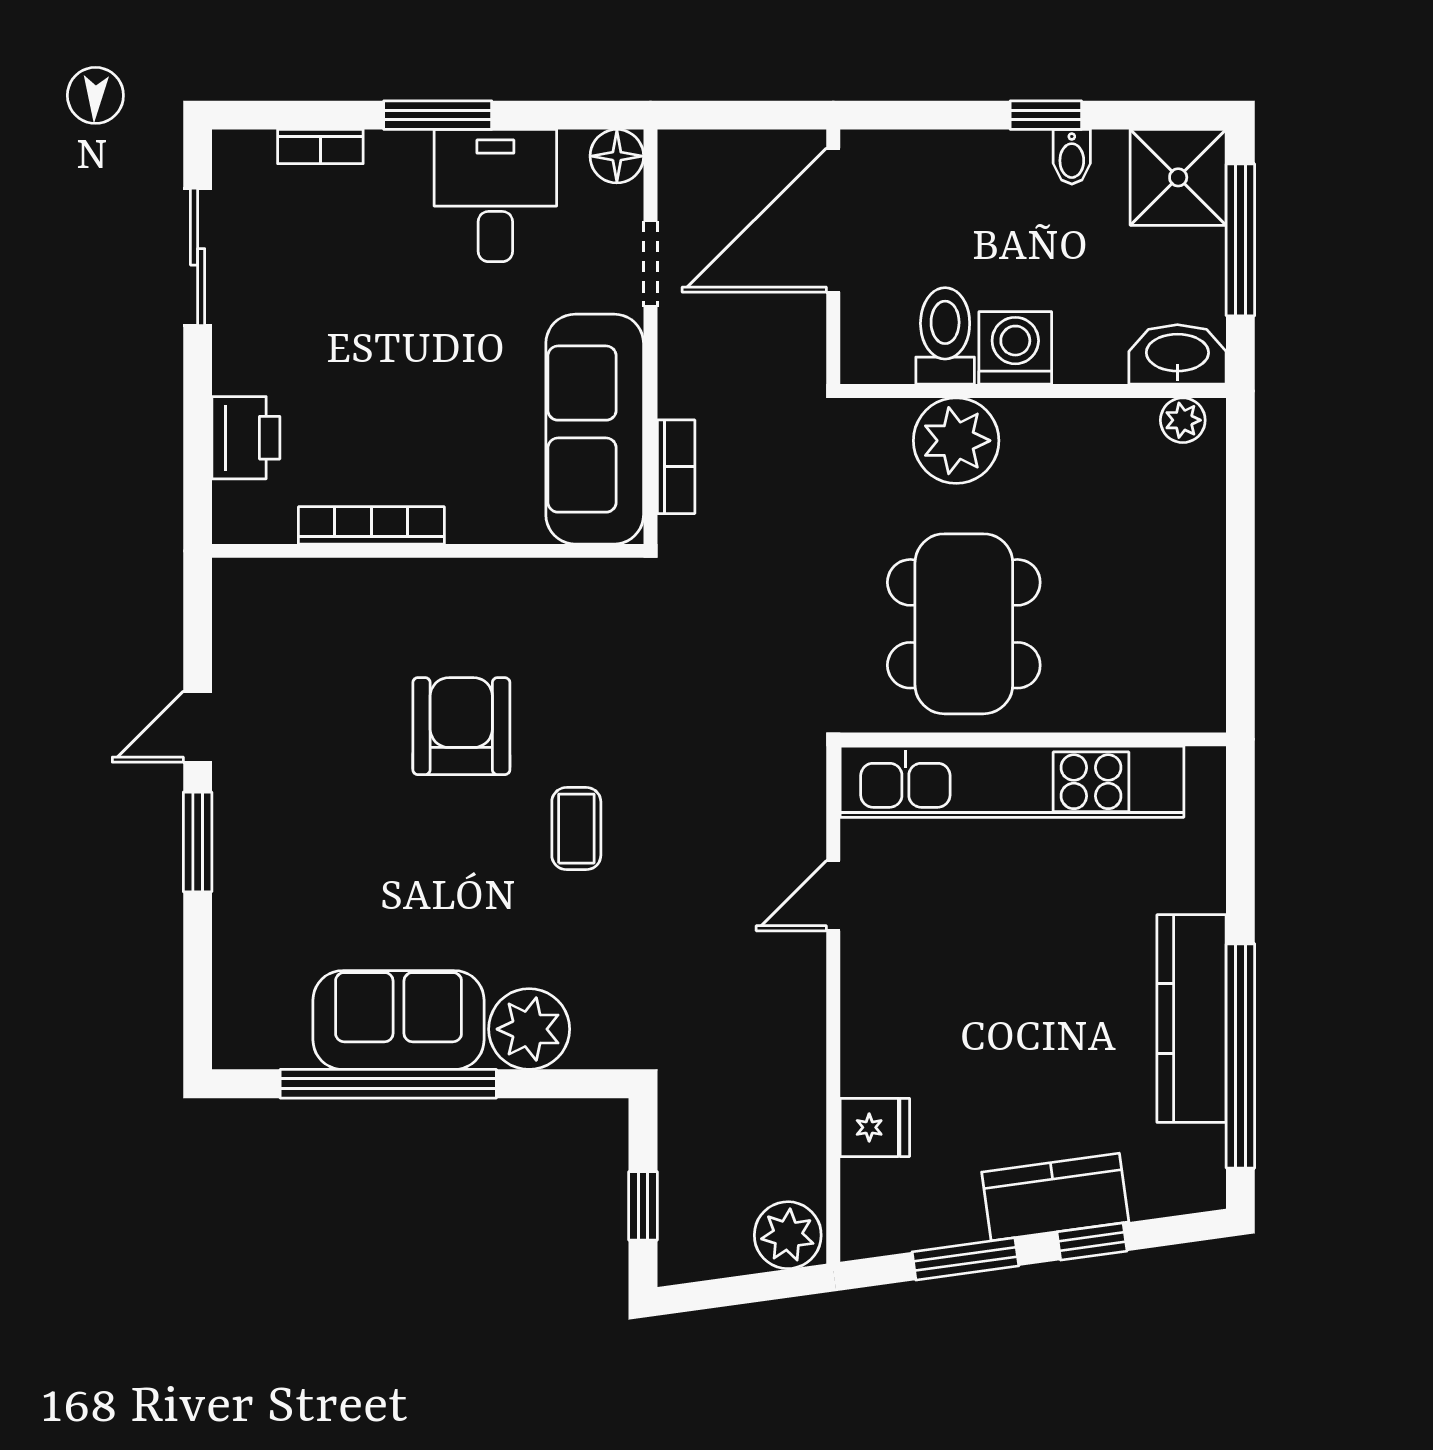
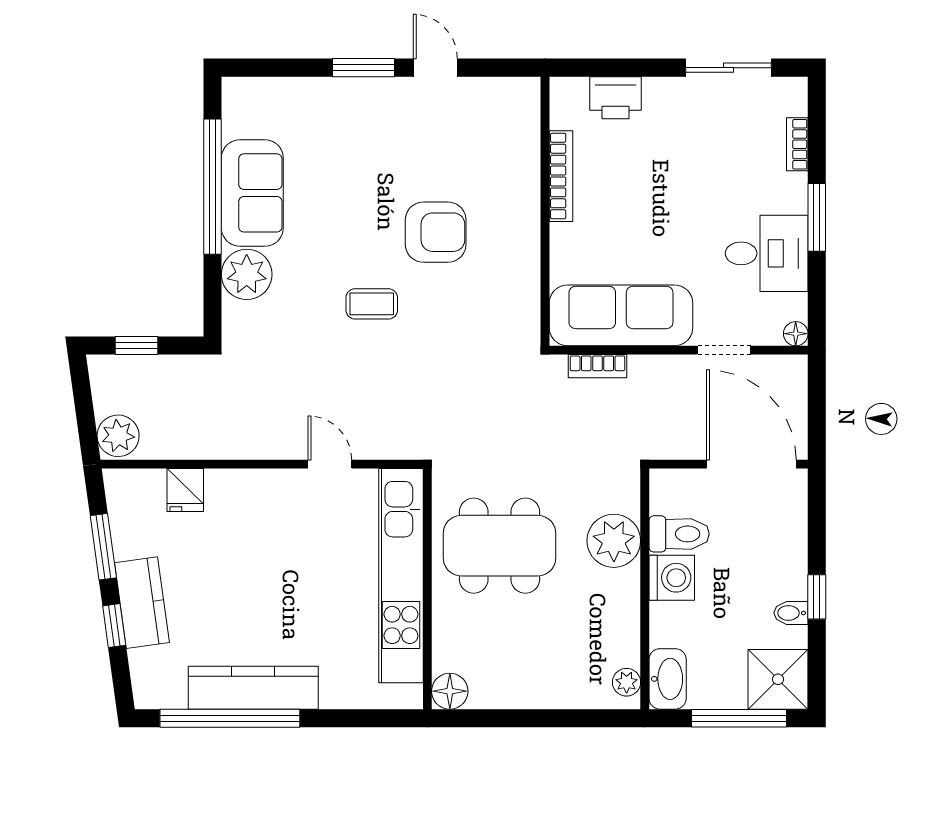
floor lamp: (617, 156) -> (796, 334), width x0.73, depth x0.73
floor lamp: (1197, 704) -> (450, 691), added

